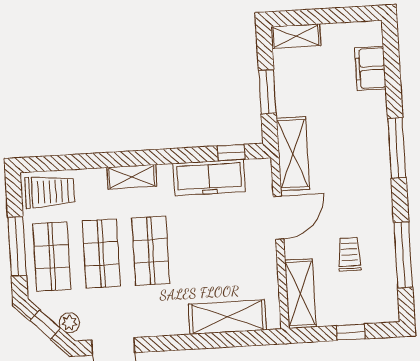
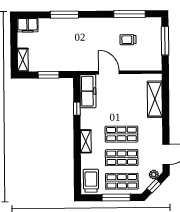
filing cabinet: (370, 68) -> (28, 25), moved
window: (397, 148) -> (64, 15), moved
window: (231, 153) -> (77, 109), moved
shelving: (293, 154) -> (79, 64), removed
freezer: (209, 178) -> (88, 91), moved
shelving: (300, 294) -> (145, 64), removed
window: (351, 332) -> (165, 41), width x2.17

